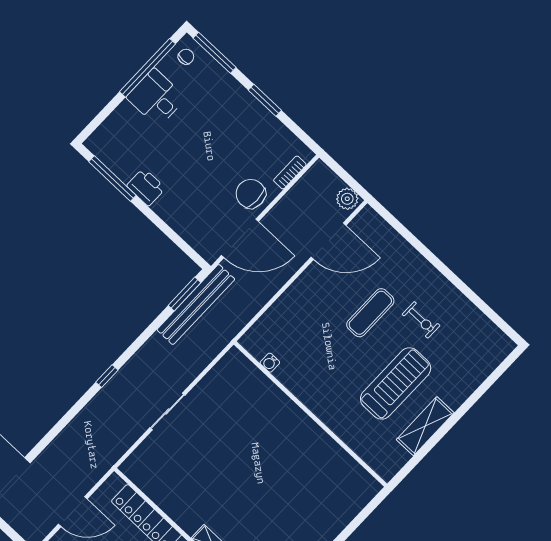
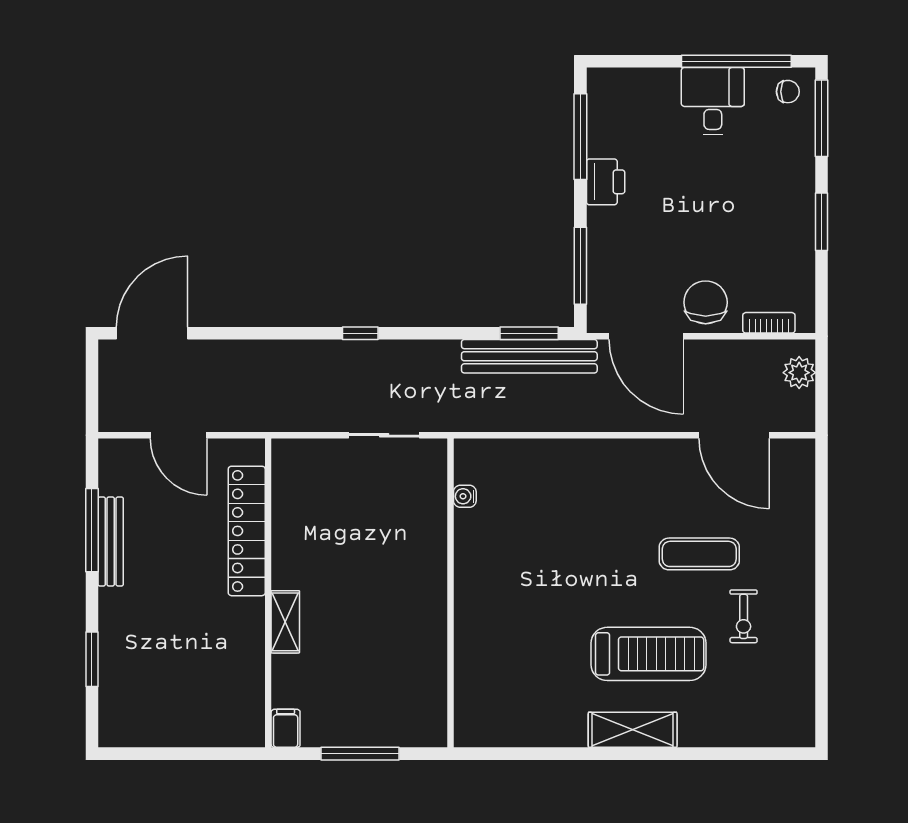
plant: (347, 199) -> (799, 373), moved
window: (175, 238) -> (580, 266), added
water cooler: (270, 363) -> (465, 496), moved
wall: (310, 414) -> (451, 593), moved

